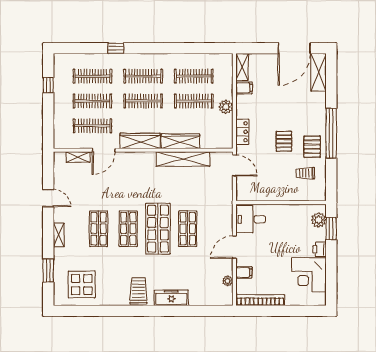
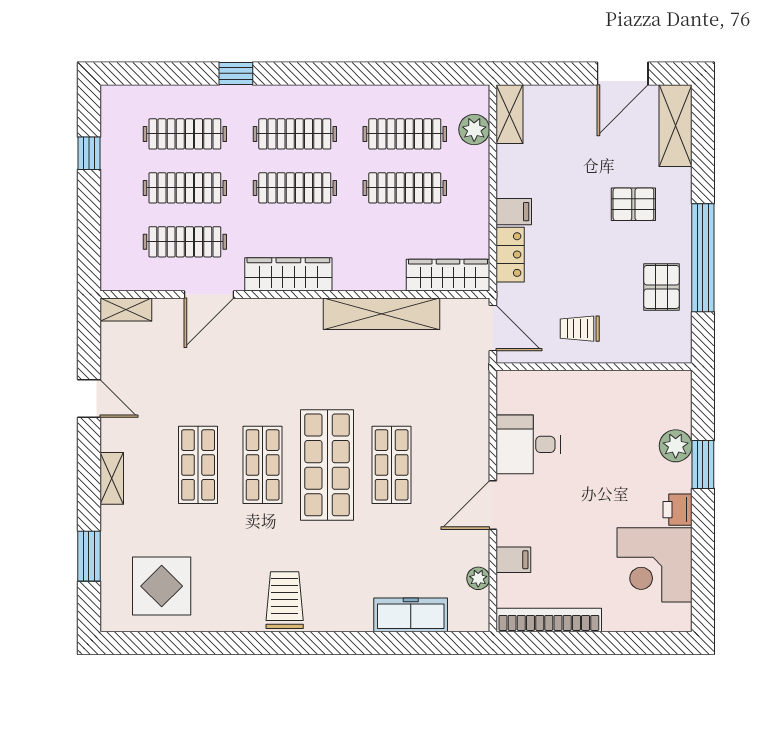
door: (294, 48) -> (623, 73), width x0.73
filing cabinet: (244, 88) -> (514, 212), moved
plant: (226, 107) -> (474, 130), moved
wardrobe: (180, 141) -> (448, 275), moved
pallet: (284, 141) -> (633, 204), moved, turned 90
shelving: (78, 157) -> (126, 309), moved
trolley: (305, 173) -> (580, 329), moved
wall: (281, 203) -> (594, 367), moved
freezer: (171, 298) -> (411, 615), moved

